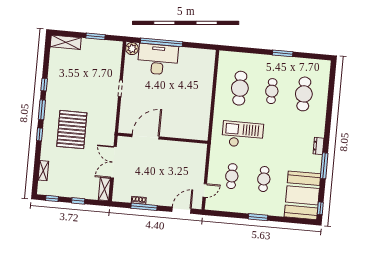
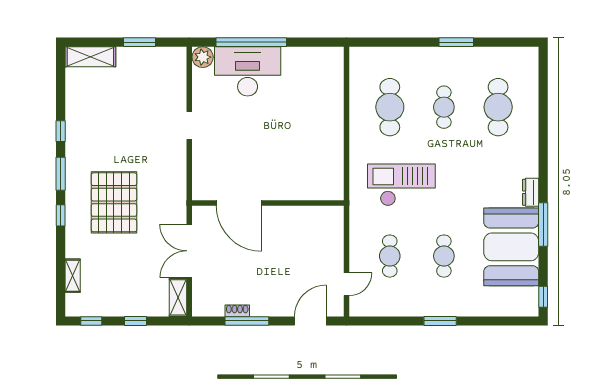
door: (146, 137) -> (239, 203), swing flipped
booth: (302, 195) -> (511, 247), moved

